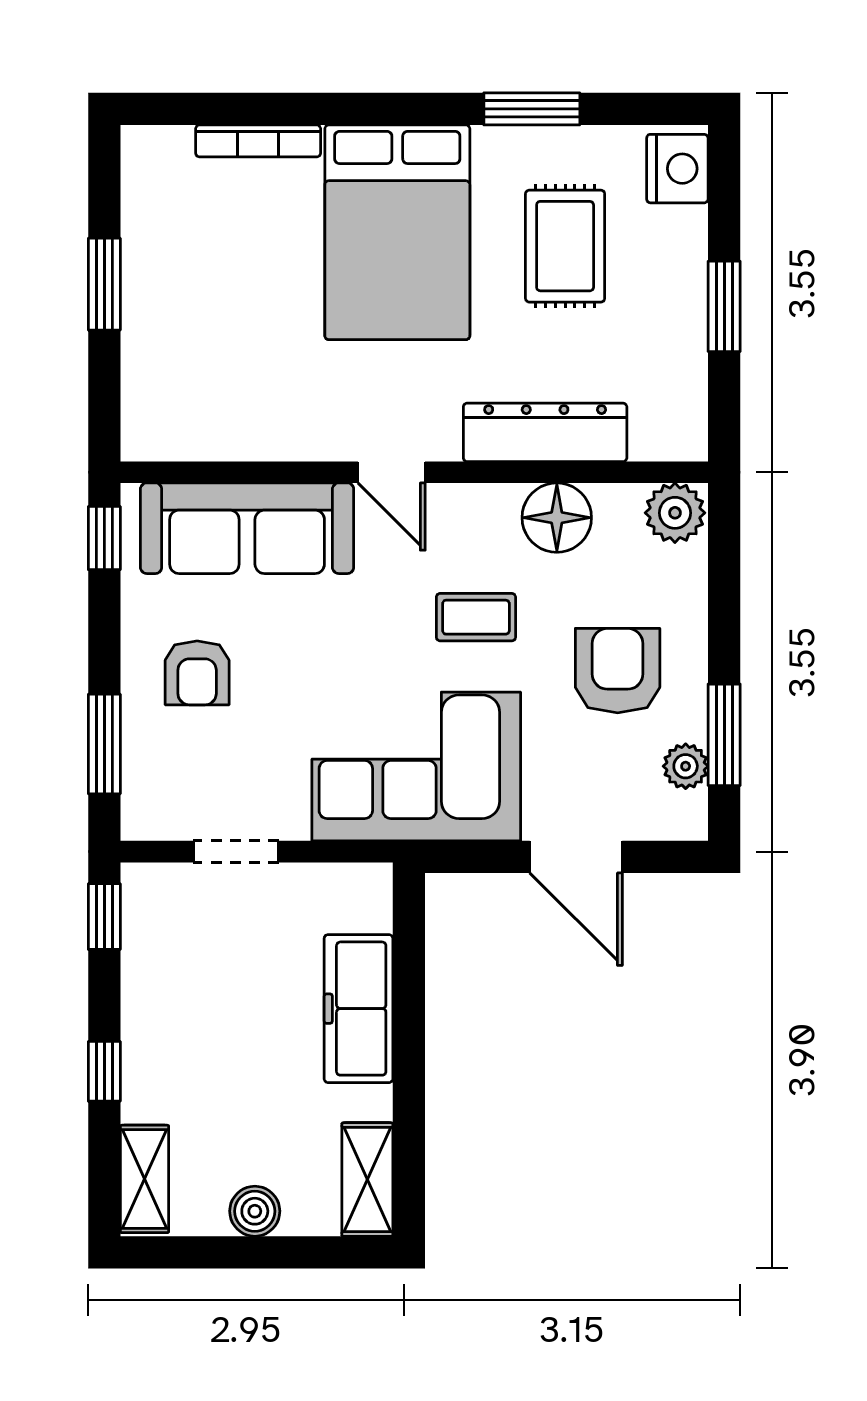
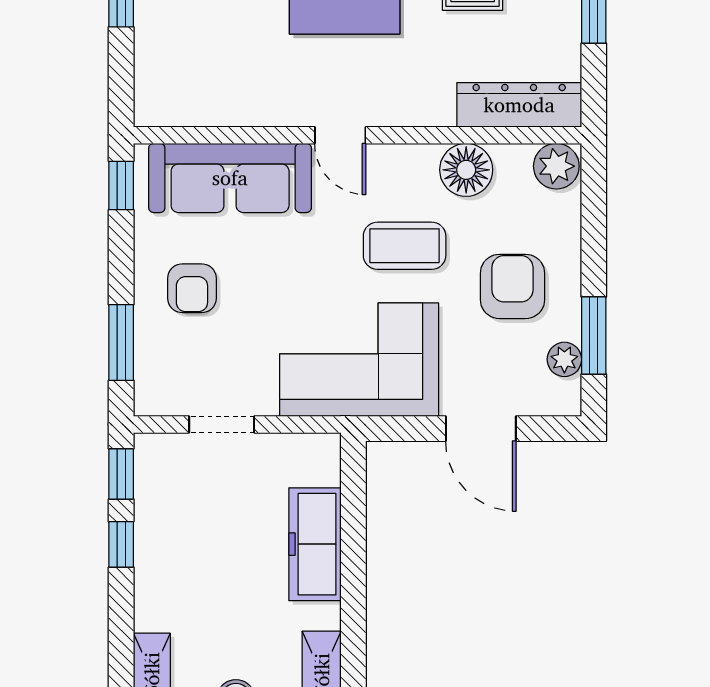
dresser: (545, 432) -> (519, 105), moved
coffee table: (476, 617) -> (405, 246), width x1.36, depth x1.30
window: (104, 1071) -> (121, 544), moved

